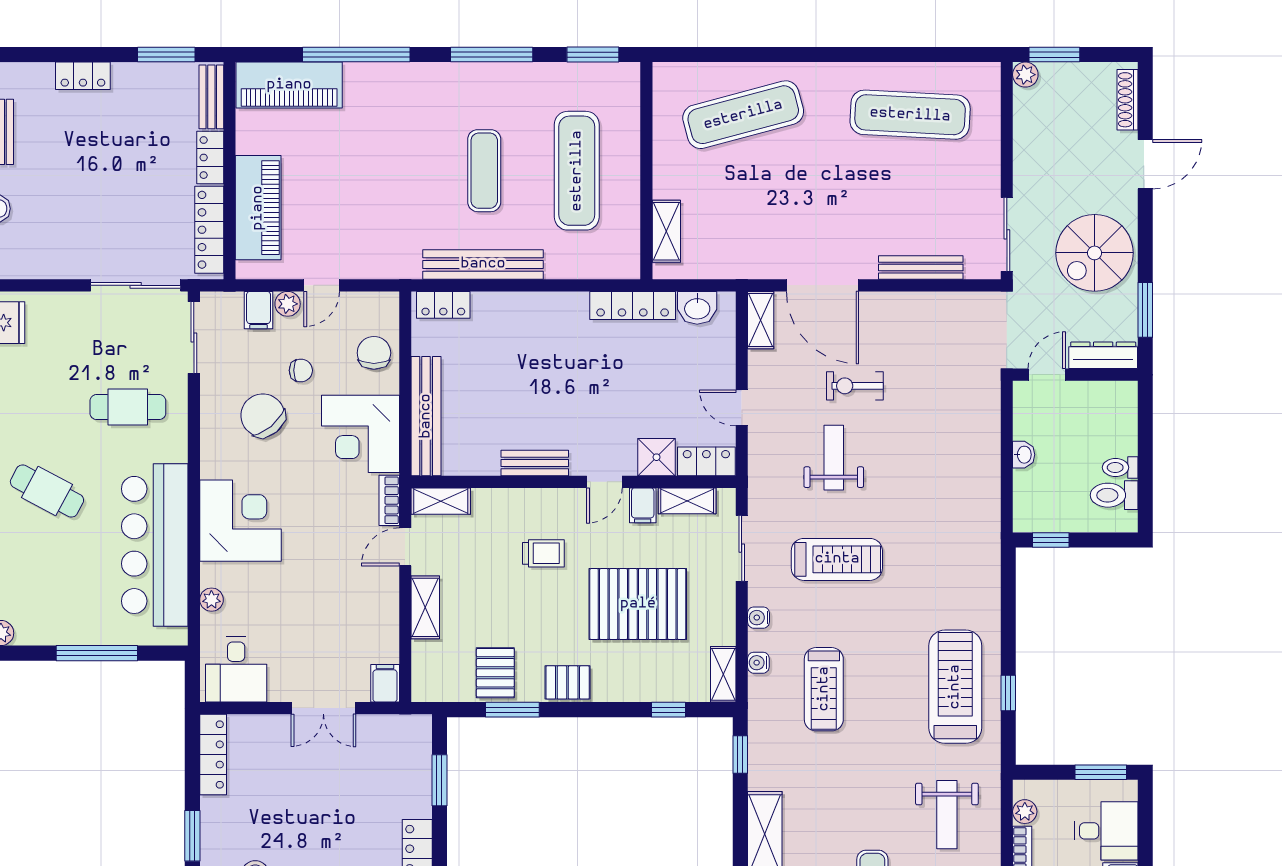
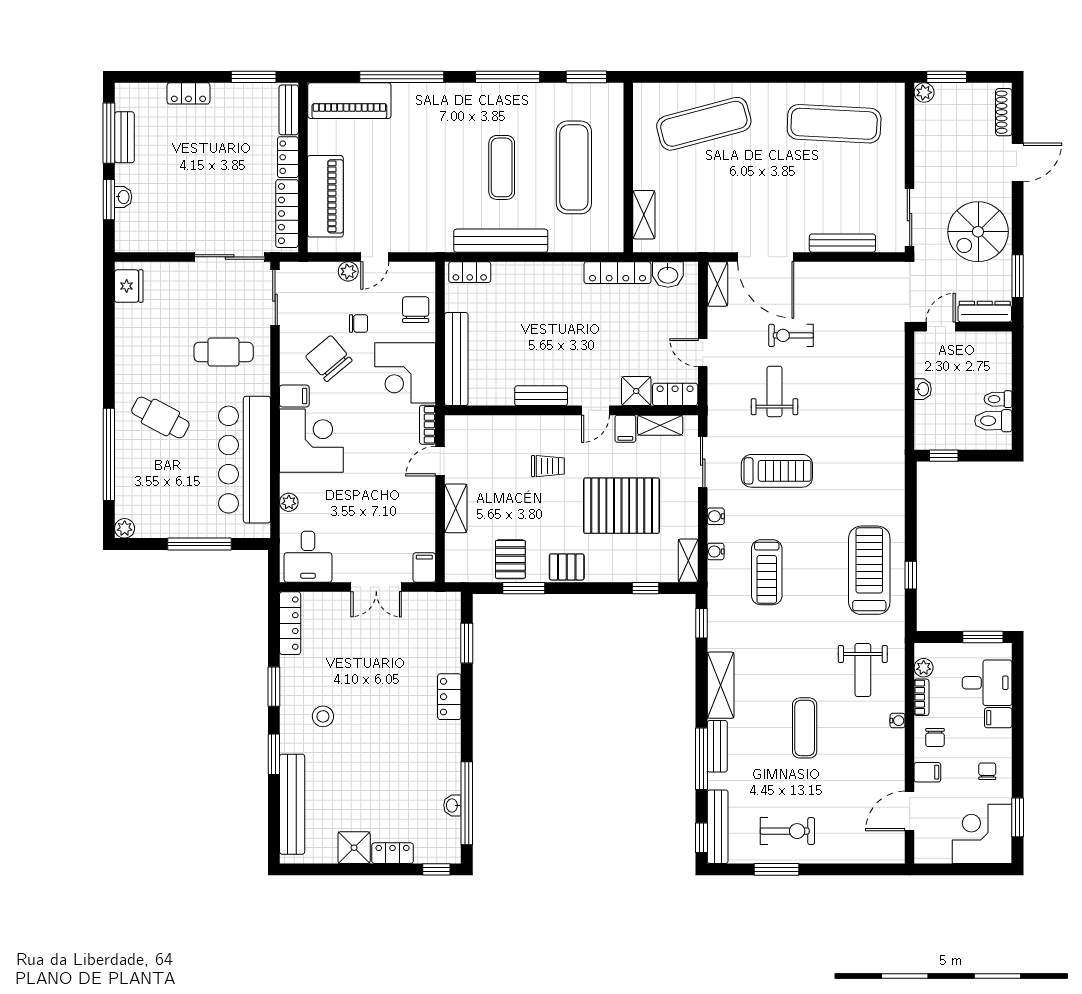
filing cabinet: (259, 310) -> (294, 396), moved, turned -90
shelving: (441, 501) -> (468, 425), removed

